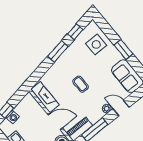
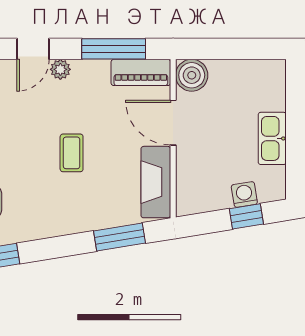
window: (58, 51) -> (120, 237), moved
door: (121, 108) -> (33, 49), hinge flipped

